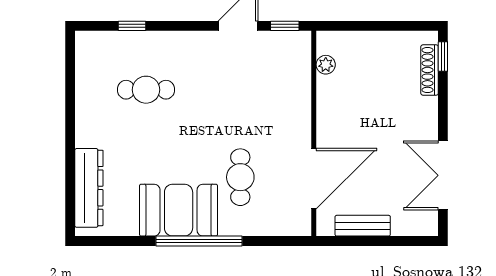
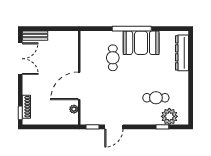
plant: (117, 49) -> (169, 116), added
door: (314, 179) -> (79, 86), moved
bench: (363, 226) -> (35, 36), moved

